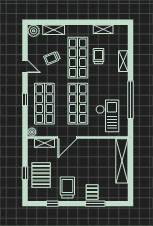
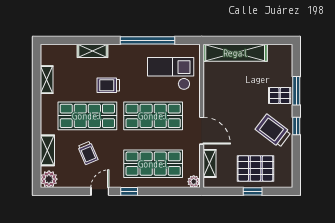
trolley: (99, 56) -> (108, 85), moved
window: (25, 99) -> (129, 191), moved
trolley: (67, 187) -> (273, 131), turned 37
window: (52, 204) -> (296, 126), moved

